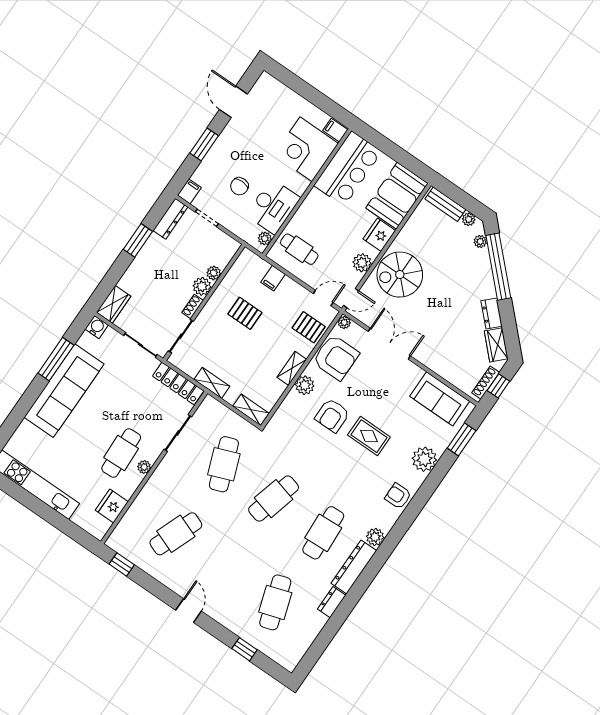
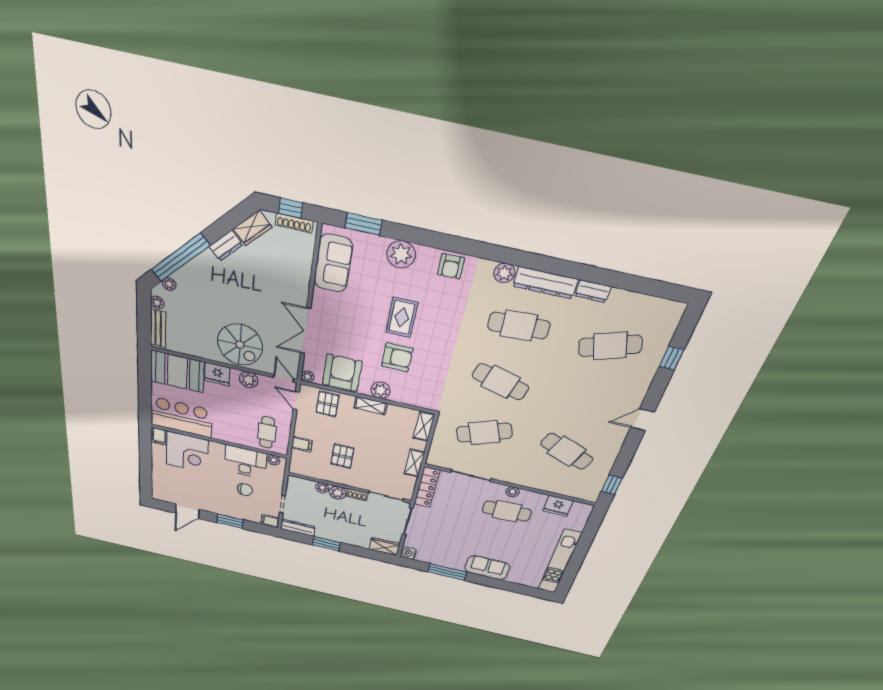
sofa: (64, 391) -> (487, 568), width x0.54, depth x0.79

